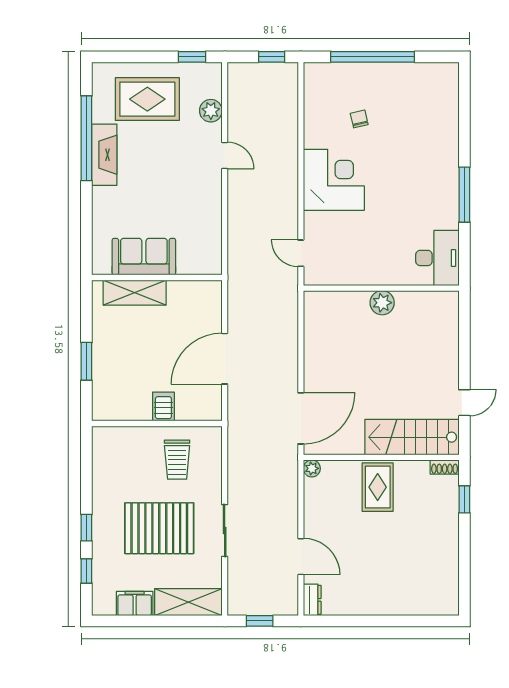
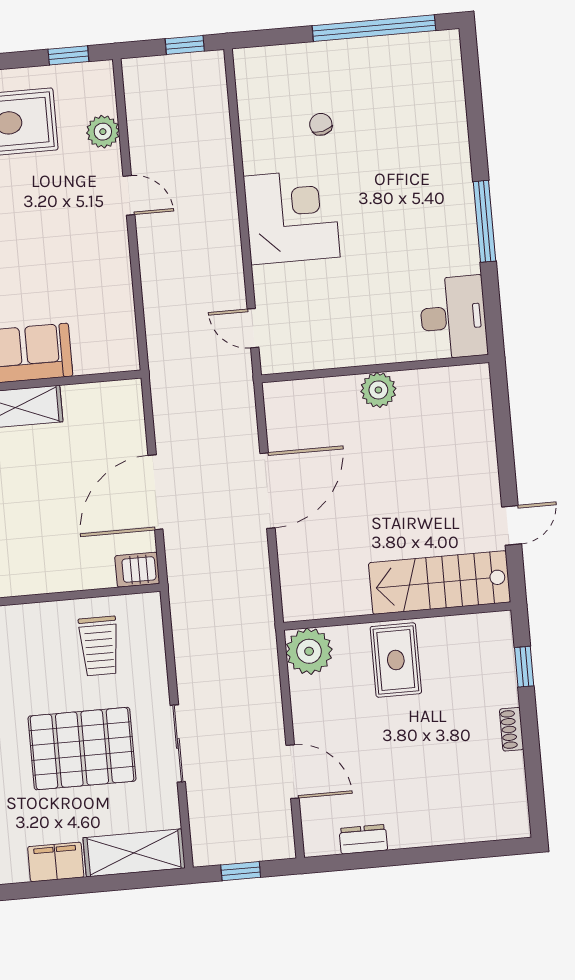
window: (373, 57) -> (374, 28), moved
server rack: (163, 407) -> (137, 570), moved, turned -90
door: (301, 418) -> (267, 491), moved
shoe rack: (445, 467) -> (512, 729), moved, turned 90
plant: (312, 468) -> (309, 651), width x1.87, depth x1.87
dresser: (312, 600) -> (363, 839), moved, turned -90

